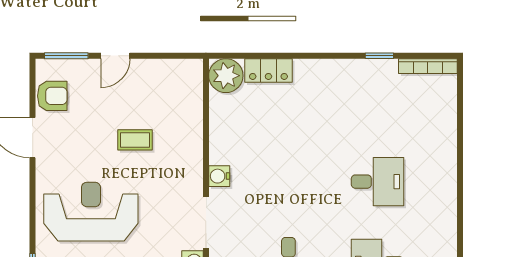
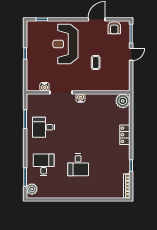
door: (115, 56) -> (131, 54), swing flipped
locker: (268, 71) -> (125, 135), moved
reception desk: (91, 212) -> (65, 44), turned 180

